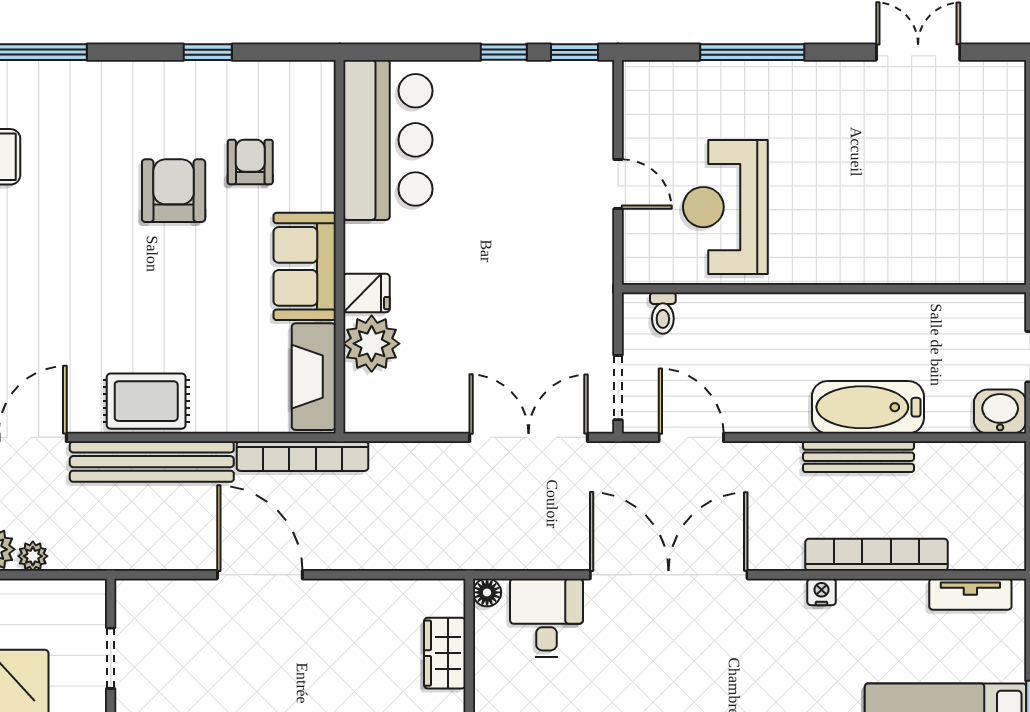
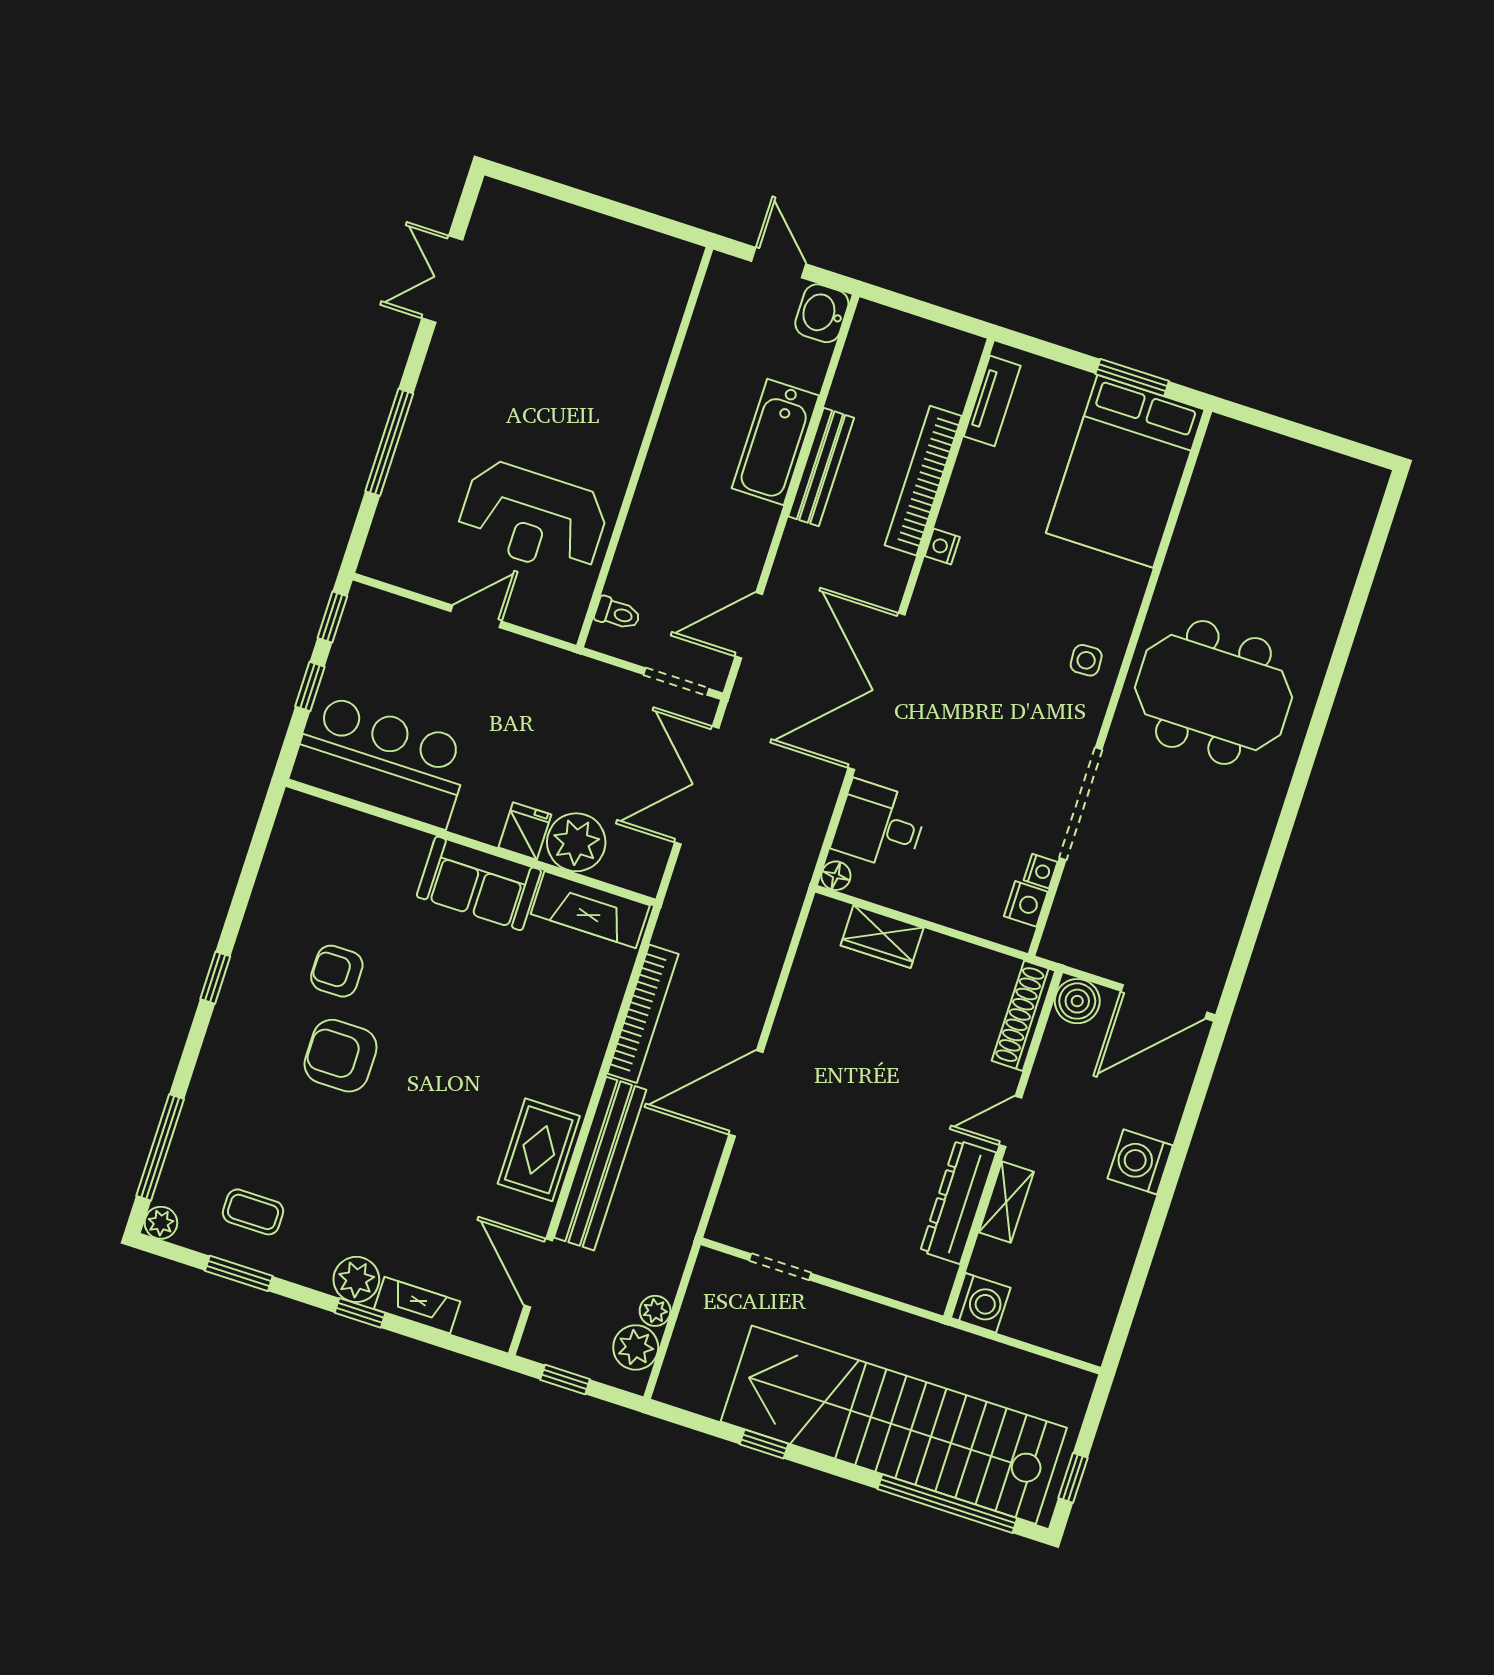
bar counter: (388, 140) -> (381, 761), moved
wall: (340, 247) -> (471, 843), moved
sofa: (305, 266) -> (479, 883), moved
fridge: (366, 293) -> (525, 831), moved
plant: (372, 344) -> (576, 842), moved
fireplace: (314, 377) -> (590, 910), moved

